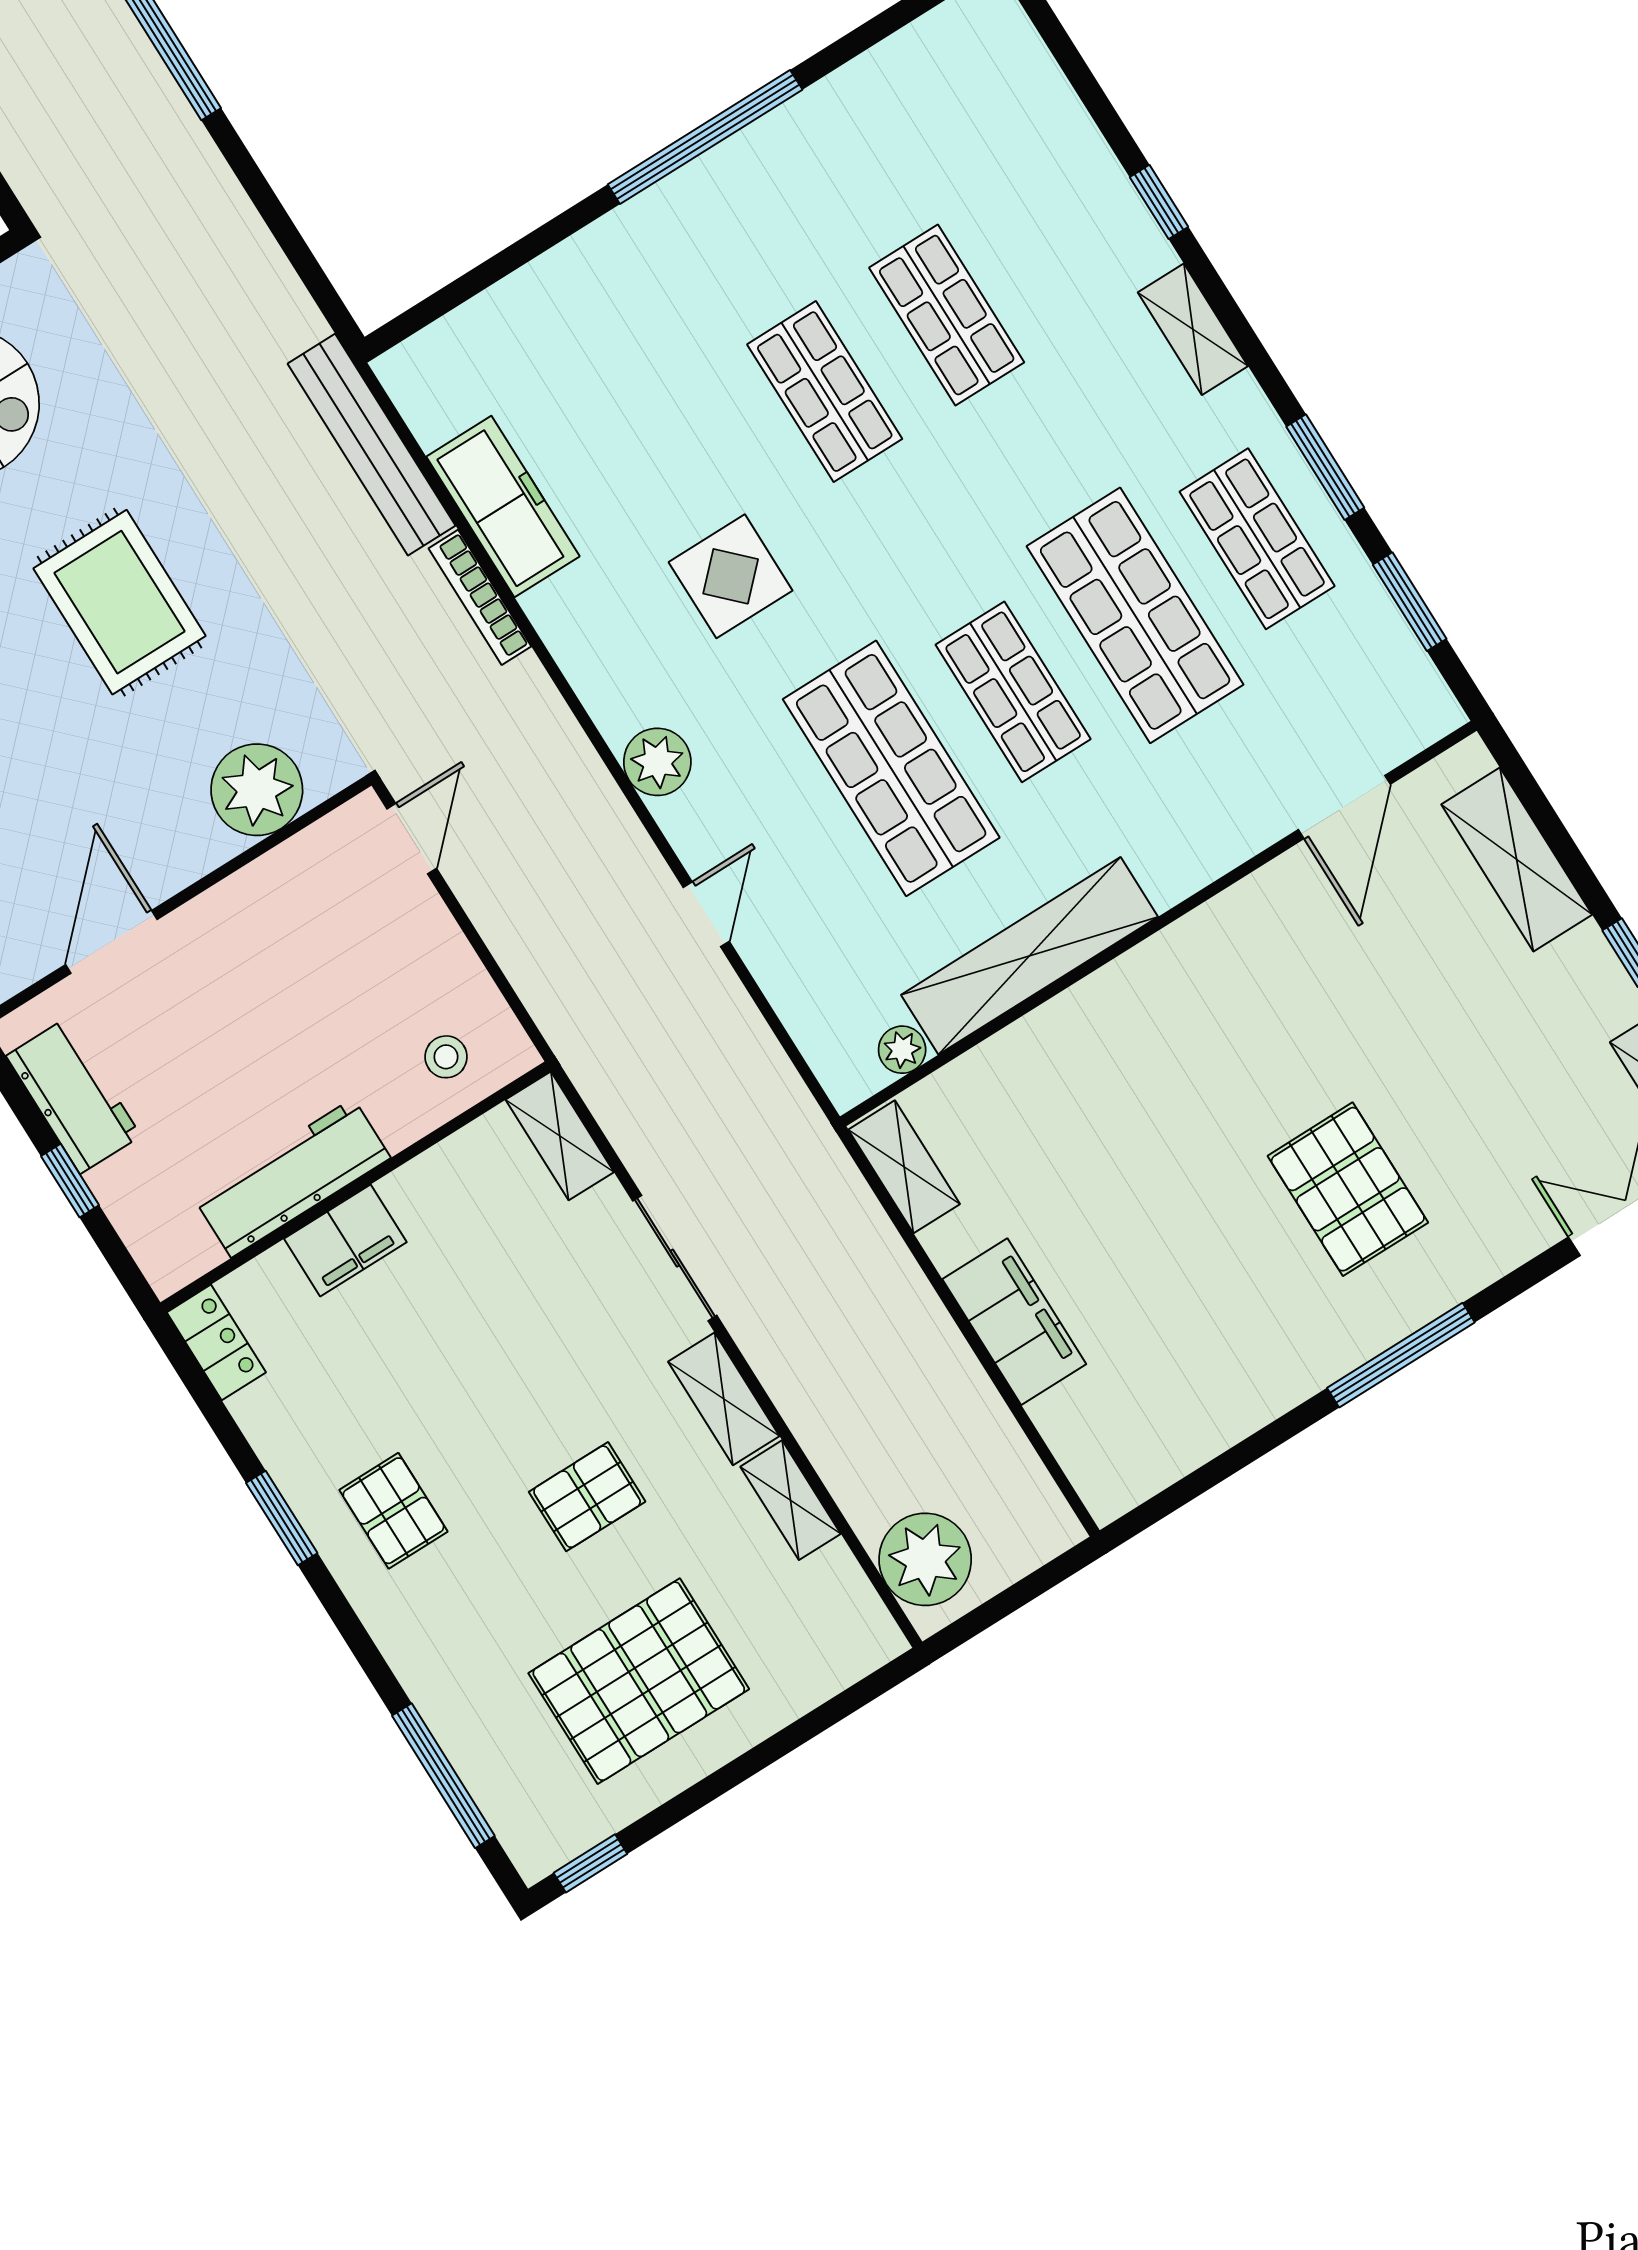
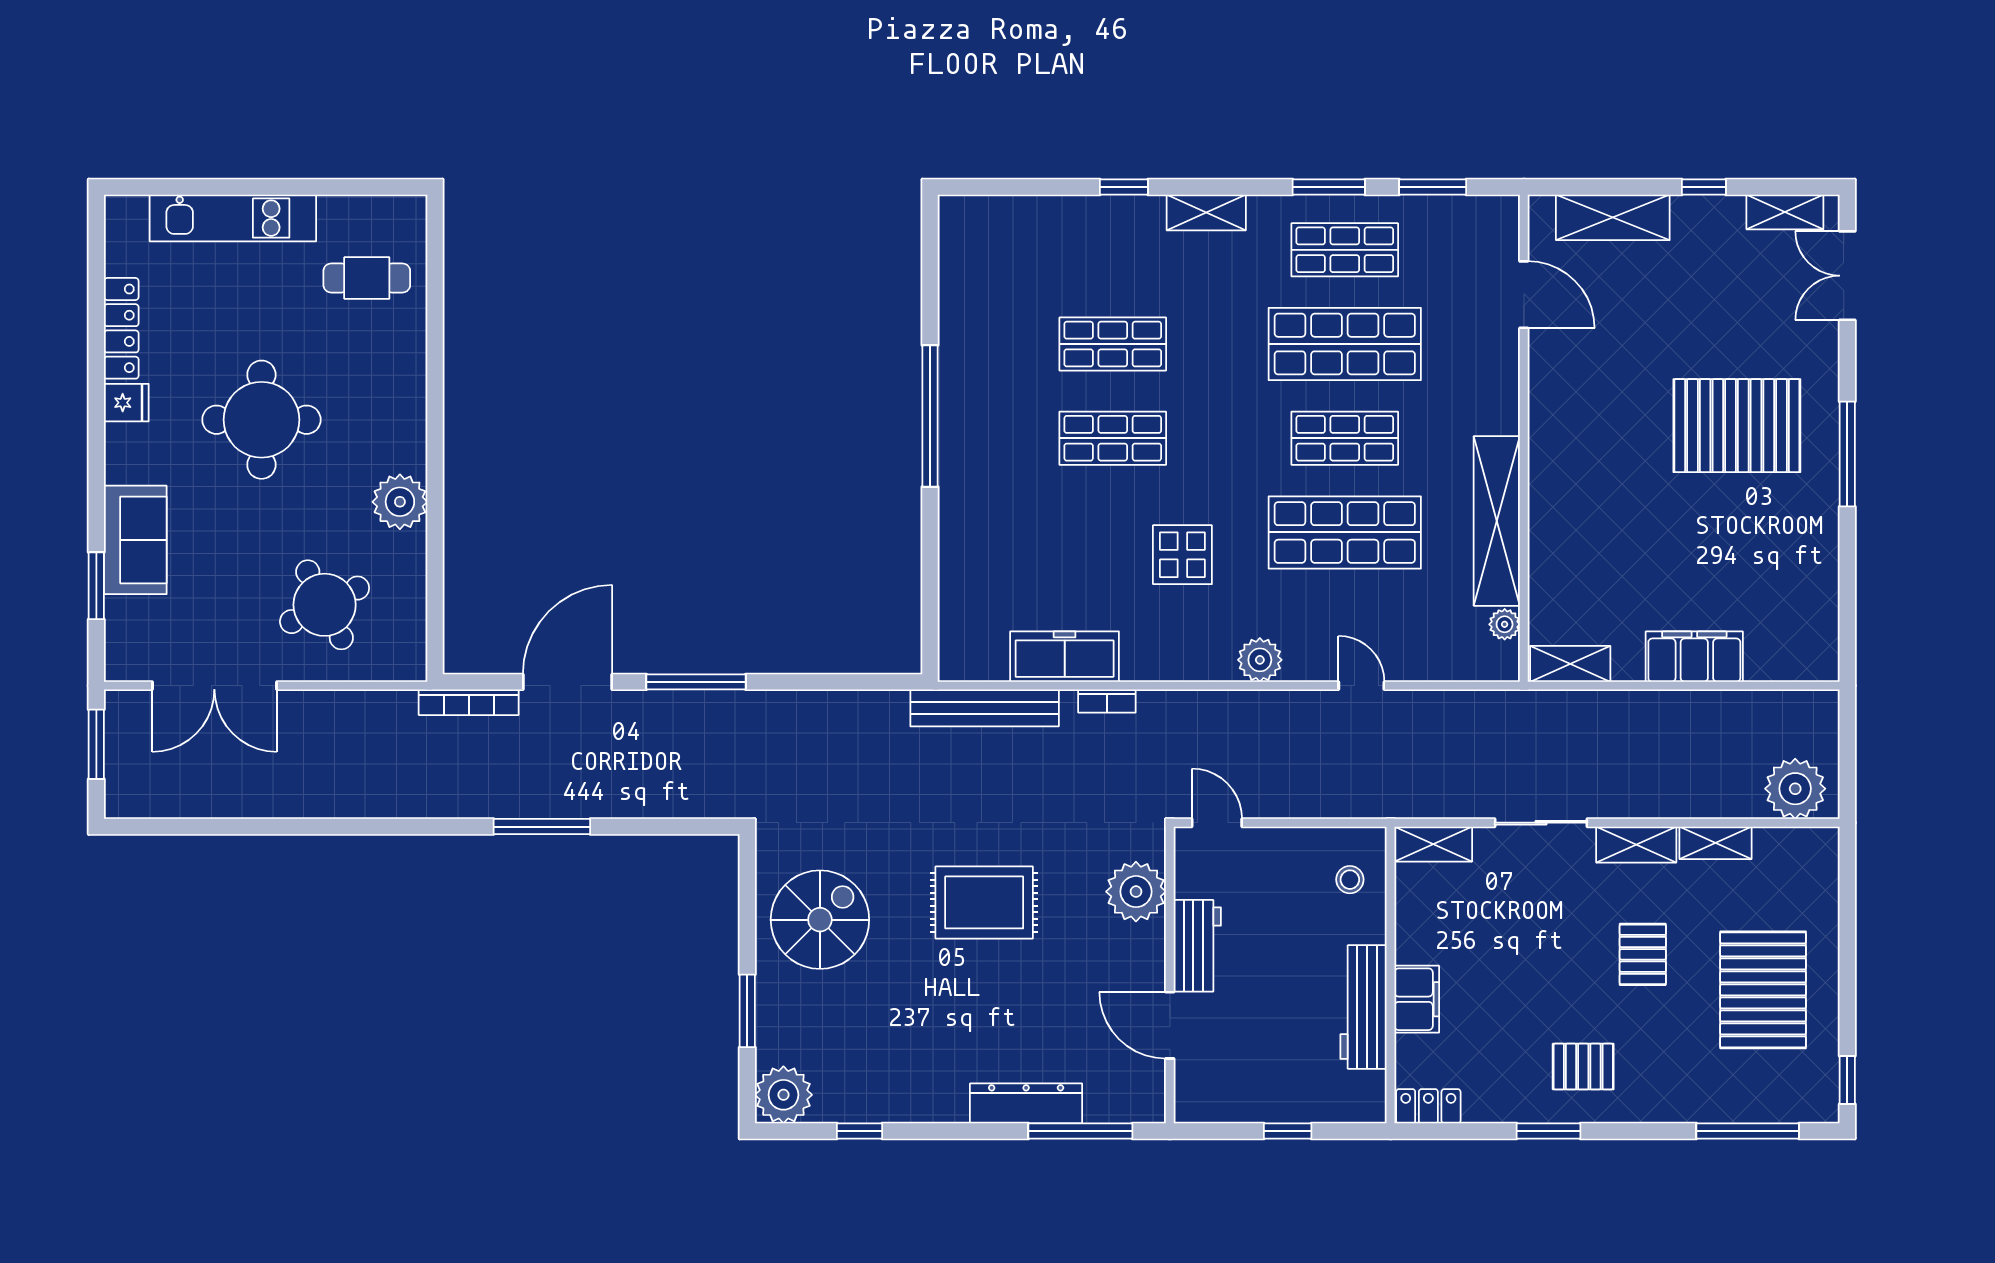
bookcase: (480, 597) -> (1107, 701), width x0.64
workbench: (73, 1096) -> (1197, 946), moved, turned 90
pallet: (1348, 1189) -> (1737, 426), width x1.37, depth x1.41

